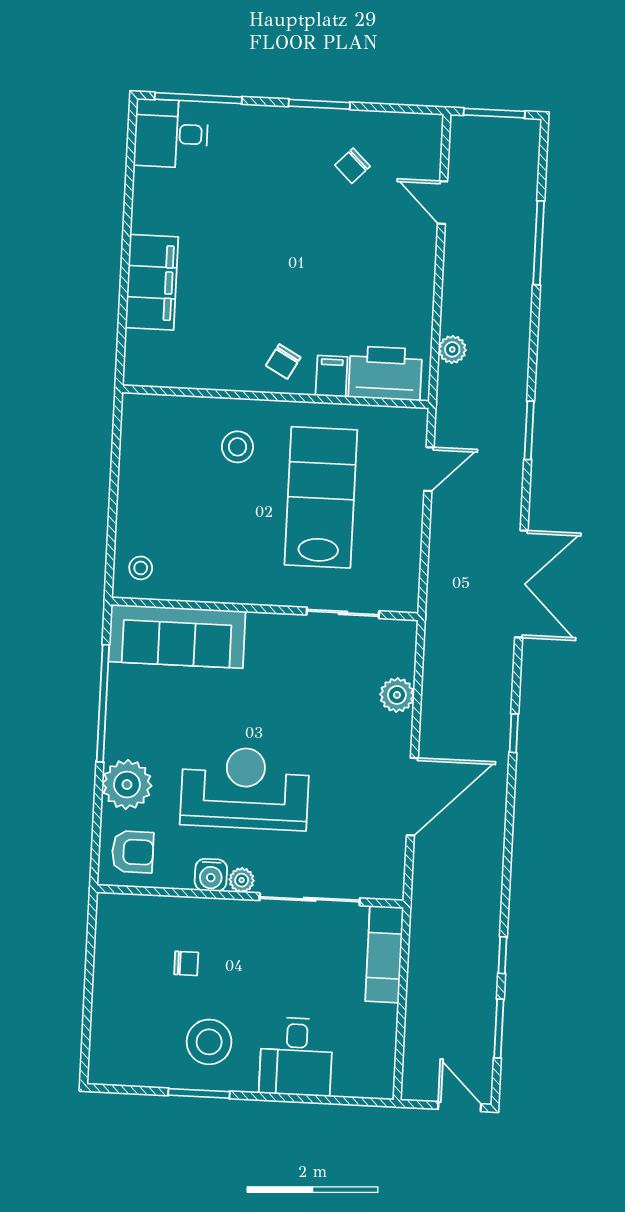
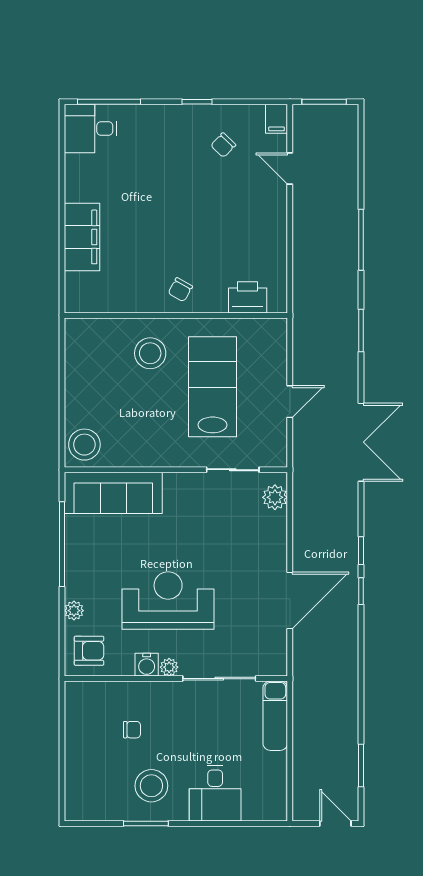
window: (319, 104) -> (197, 102), width x0.67
window: (539, 243) -> (361, 240), moved
plant: (452, 349) -> (302, 275), removed
printer: (385, 373) -> (248, 297), width x0.73, depth x0.84
filing cabinet: (332, 376) -> (277, 119), moved, turned 180
stool: (237, 447) -> (150, 353), width x1.38, depth x1.38
door: (429, 469) -> (290, 402), moved
stool: (141, 568) -> (84, 445), width x1.89, depth x1.89
plant: (397, 695) -> (275, 497), moved
plant: (127, 785) -> (74, 611), width x0.53, depth x0.53
window: (503, 955) -> (361, 591), moved

